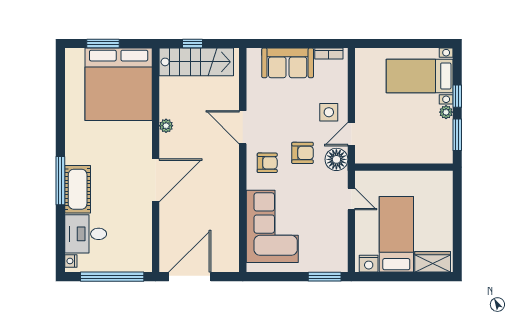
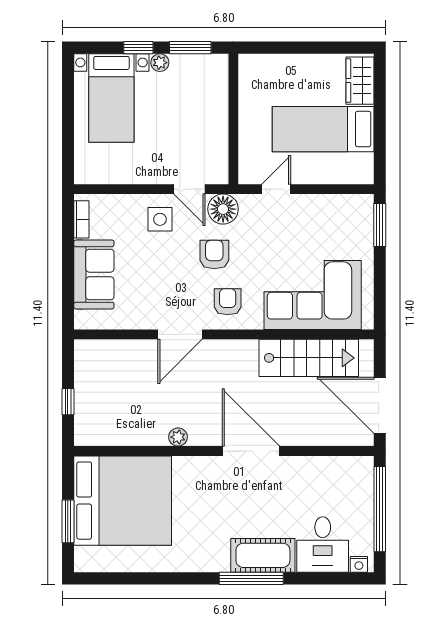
stairs: (196, 62) -> (309, 358), moved, turned 90
nightstand: (369, 264) -> (362, 166), removed

